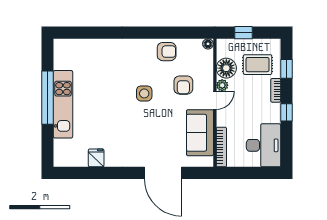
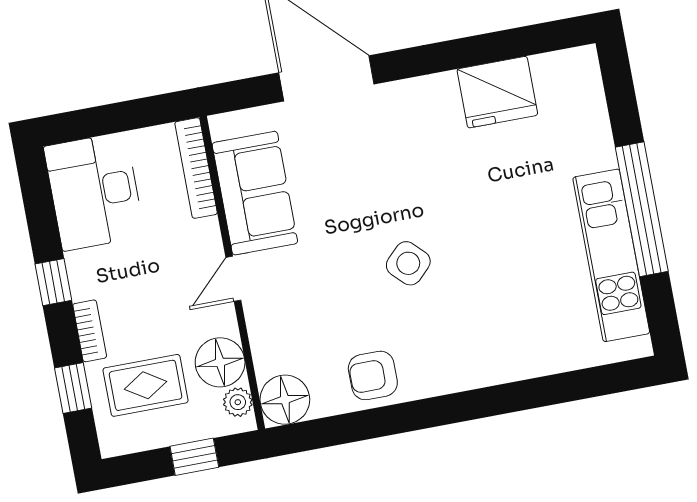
floor lamp: (208, 44) -> (285, 400), width x1.89, depth x1.89
armchair: (183, 85) -> (317, 302), removed
plant: (222, 85) -> (238, 402), moved
side table: (144, 93) -> (408, 263), turned 45
kitchen unit: (63, 104) -> (611, 255), moved
fridge: (96, 158) -> (497, 92), width x1.88, depth x1.34

